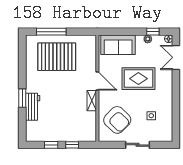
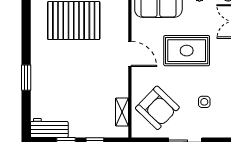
shelving: (92, 101) -> (122, 112), moved
workbench: (33, 107) -> (49, 128), moved, turned -90

